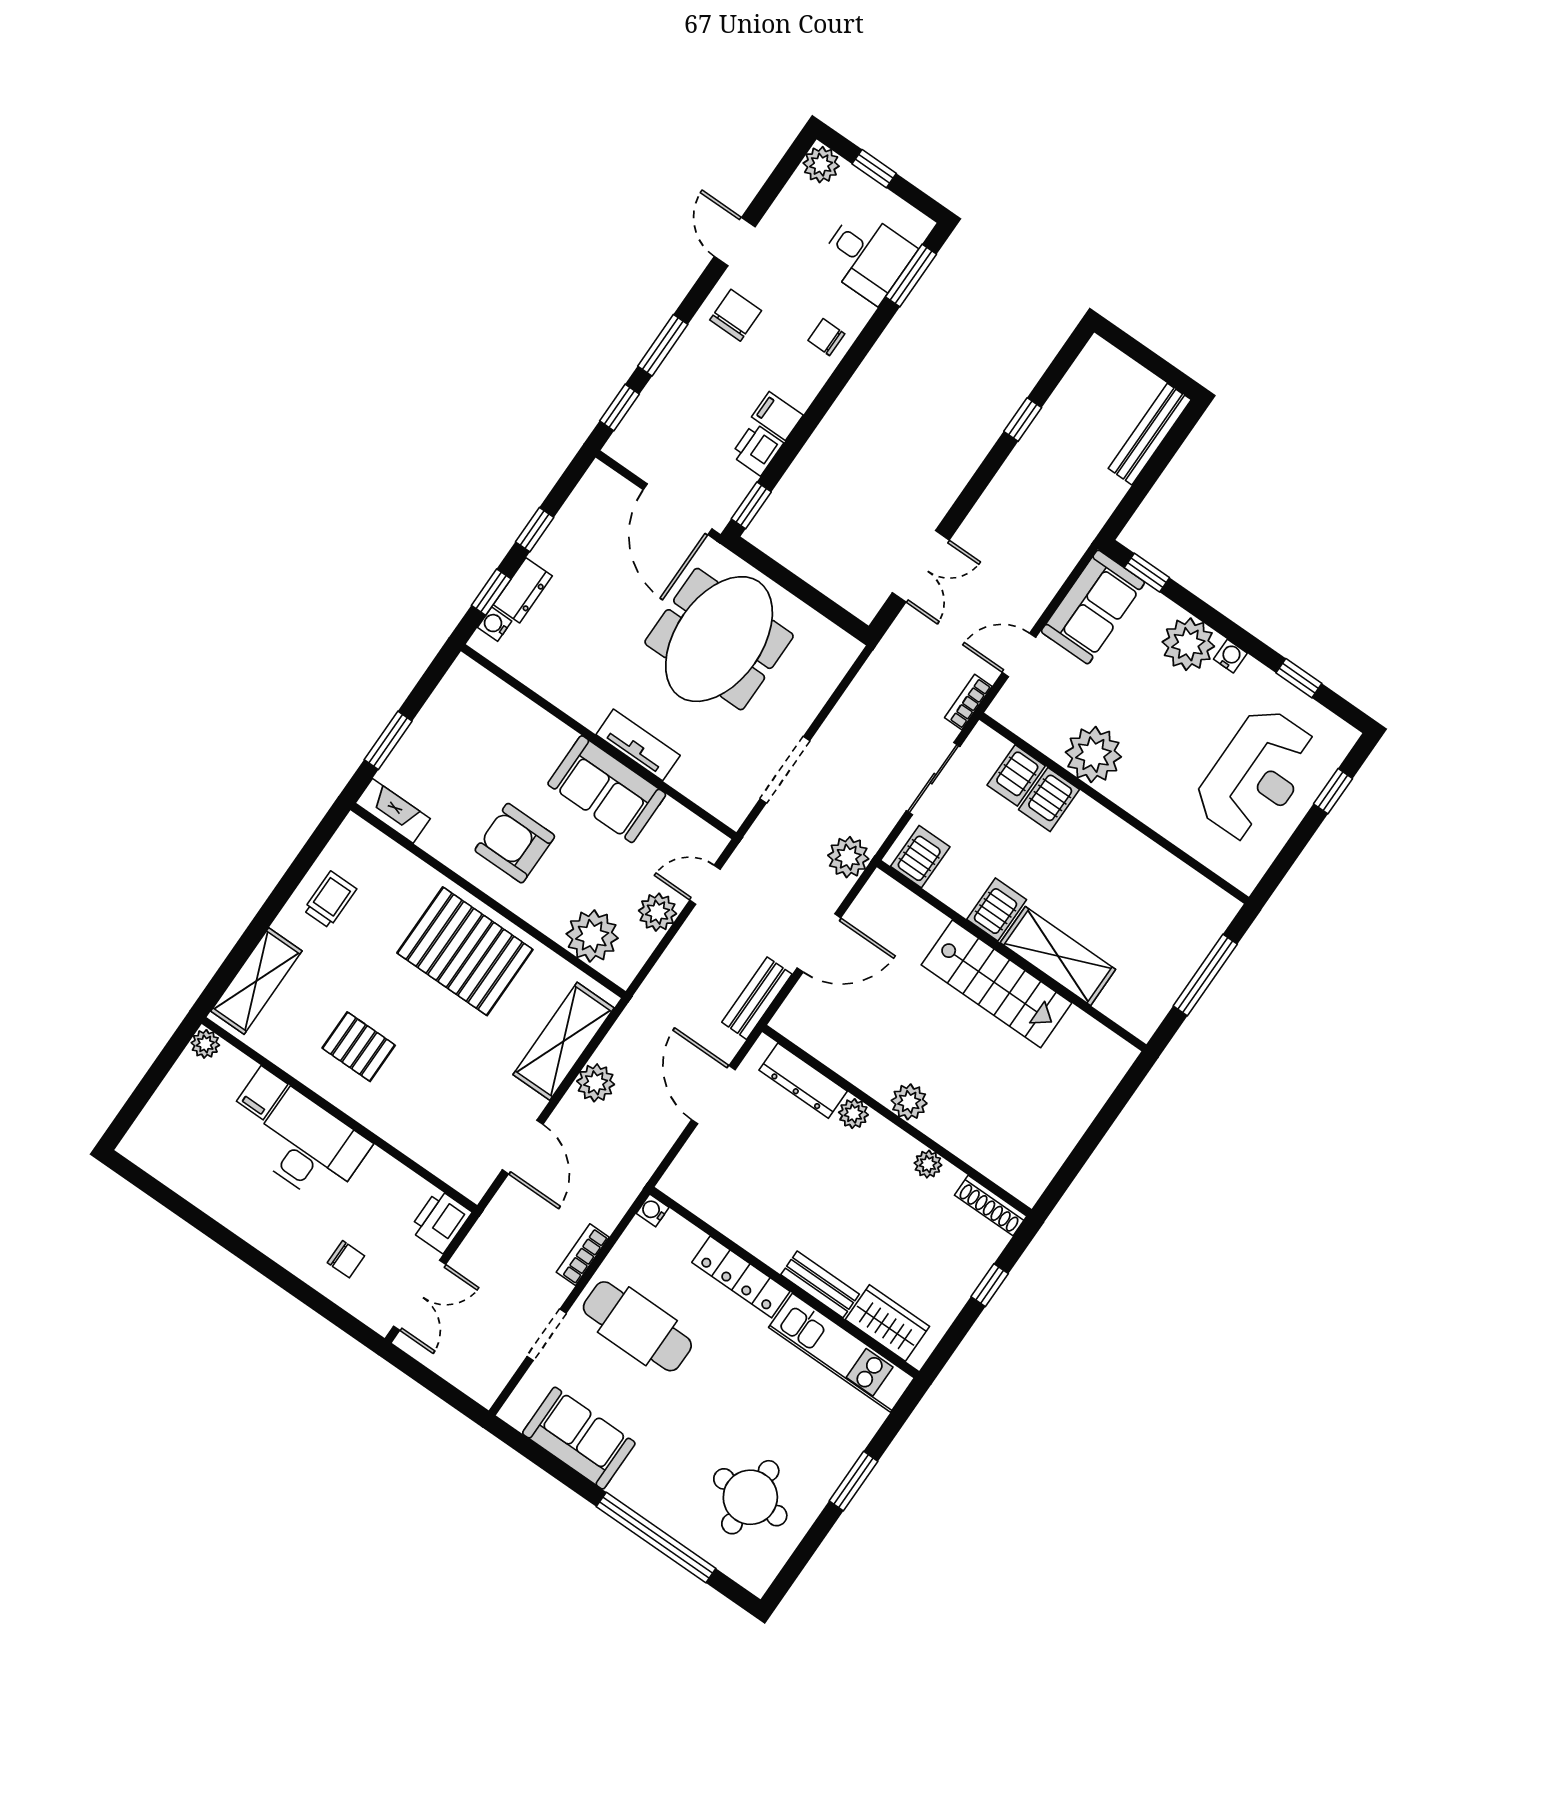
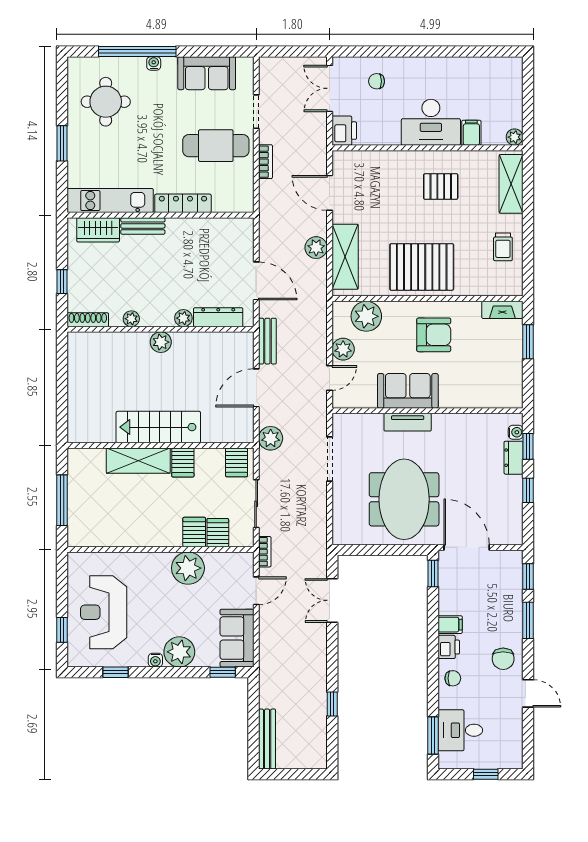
plant: (821, 165) -> (512, 759), removed
printer: (757, 449) -> (449, 647), moved
water cooler: (653, 1210) -> (154, 63), moved, turned -90

